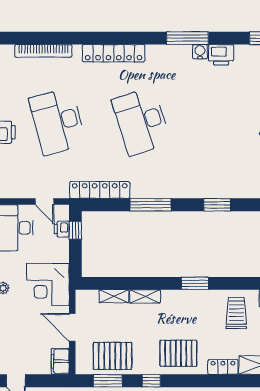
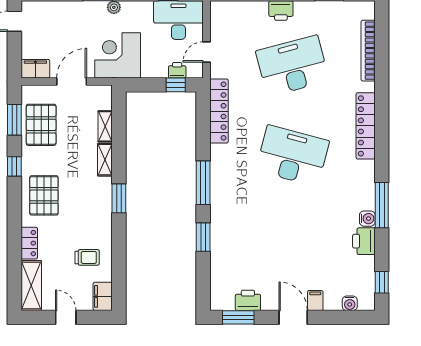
desk: (141, 121) -> (292, 156), turned 33
window: (150, 205) -> (203, 183), moved
window: (195, 283) -> (119, 198), moved
trolley: (236, 313) -> (87, 257), width x0.73, depth x0.72

